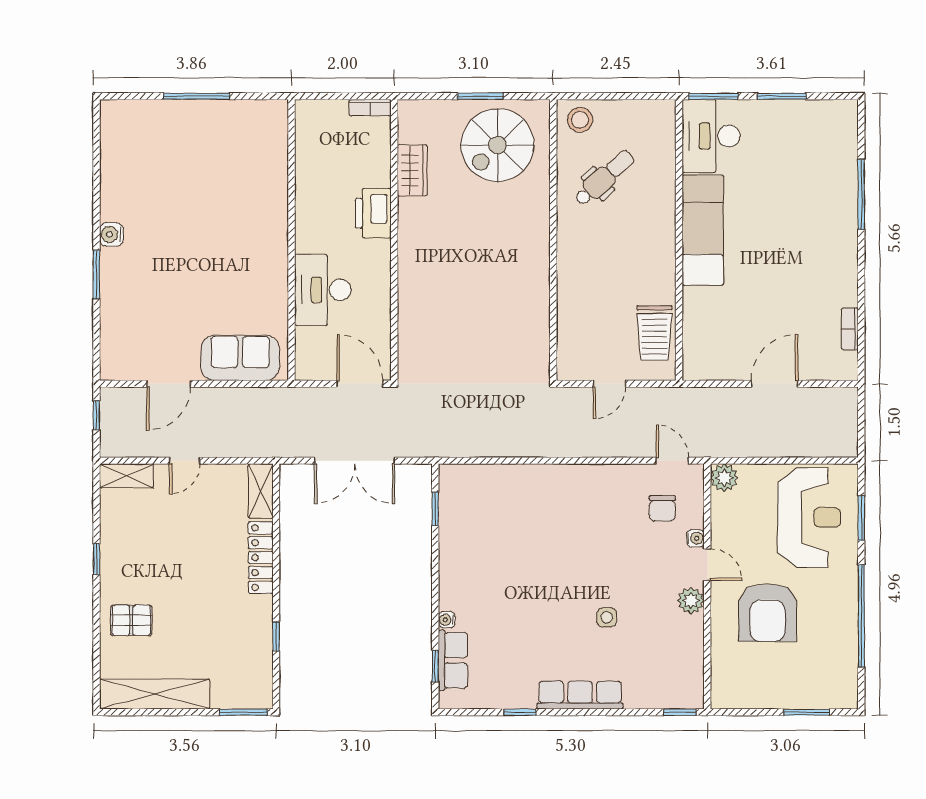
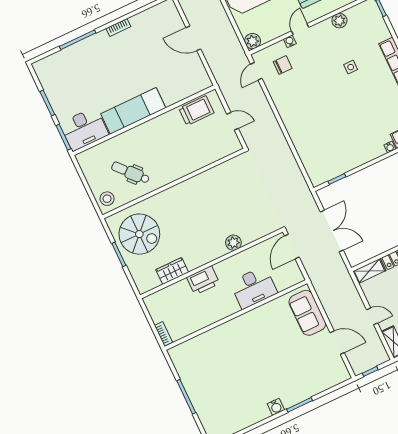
bookcase: (370, 108) -> (163, 334), moved
plant: (411, 292) -> (233, 243), added
bookcase: (850, 329) -> (118, 27), moved
plant: (691, 601) -> (339, 21), moved

